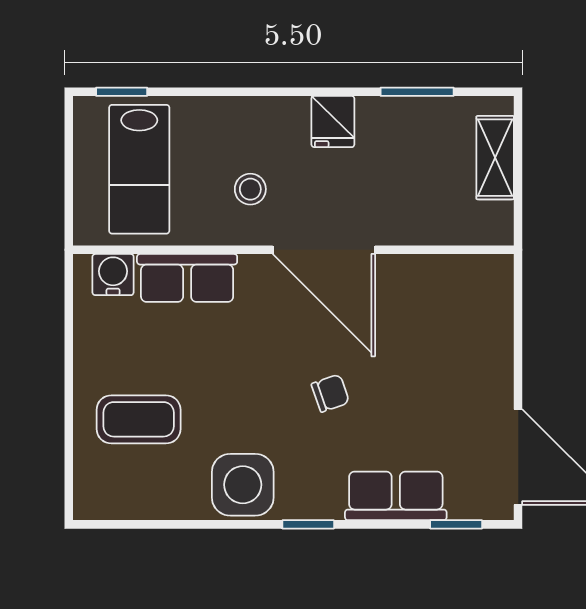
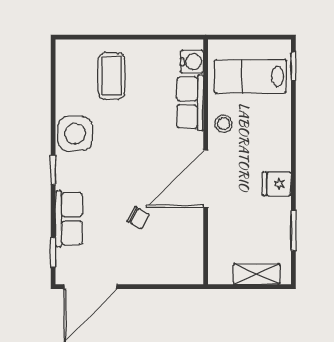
stool: (250, 189) -> (224, 124), moved
chair: (330, 393) -> (138, 218), moved, turned -42

